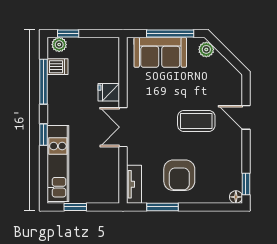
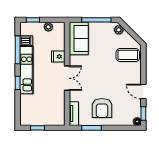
plant: (59, 45) -> (48, 27), moved
sofa: (160, 52) -> (79, 38), moved, turned -90
door: (246, 117) -> (143, 92), moved
coffee table: (196, 121) -> (128, 55), moved
double door: (123, 127) -> (67, 78), swing flipped
kitchen unit: (58, 164) -> (27, 70), moved

